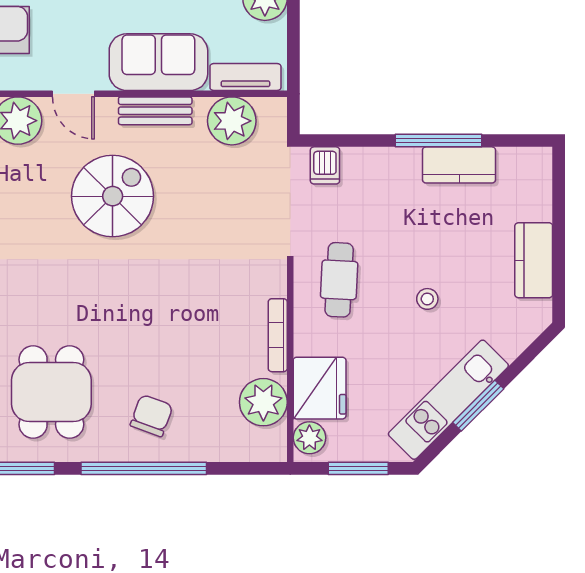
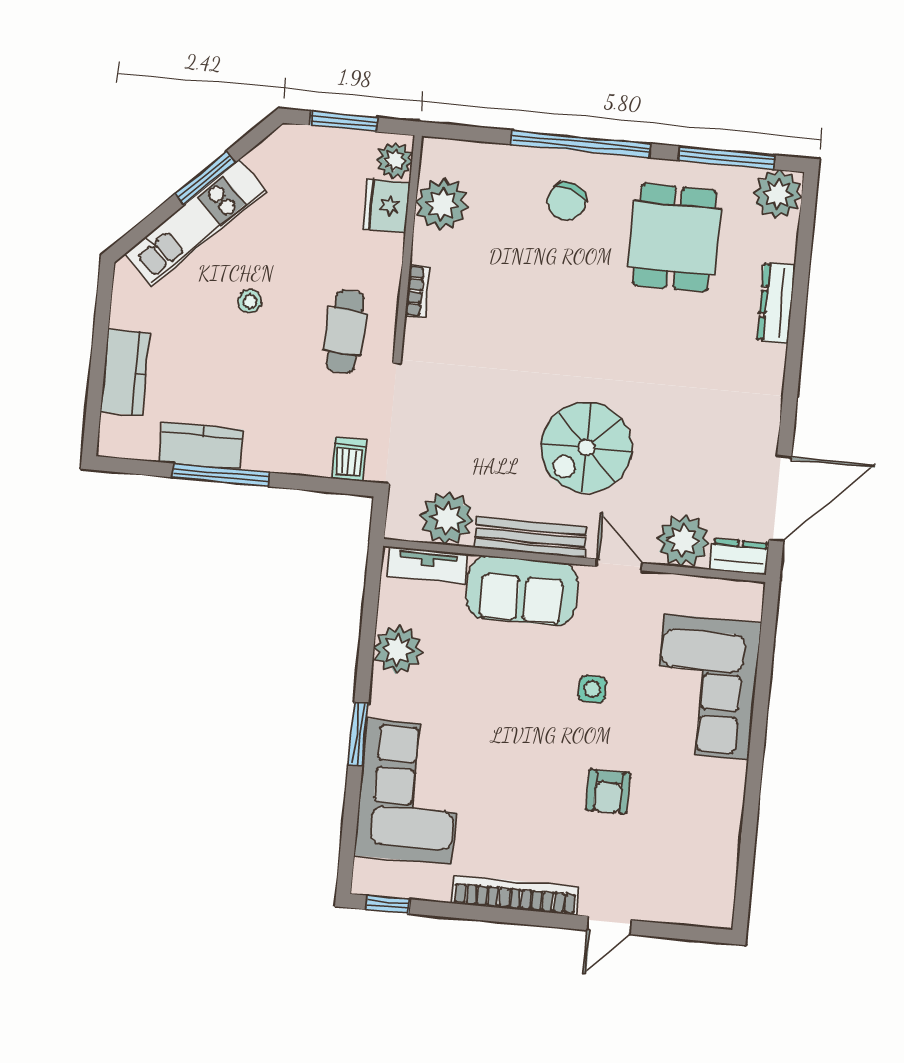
bench: (155, 111) -> (531, 537), width x1.36
kitchen counter: (534, 260) -> (125, 372), moved
bookcase: (278, 335) -> (417, 291), width x0.64
fridge: (320, 388) -> (386, 206), width x0.73, depth x0.75
kitchen unit: (448, 400) -> (195, 223), moved

